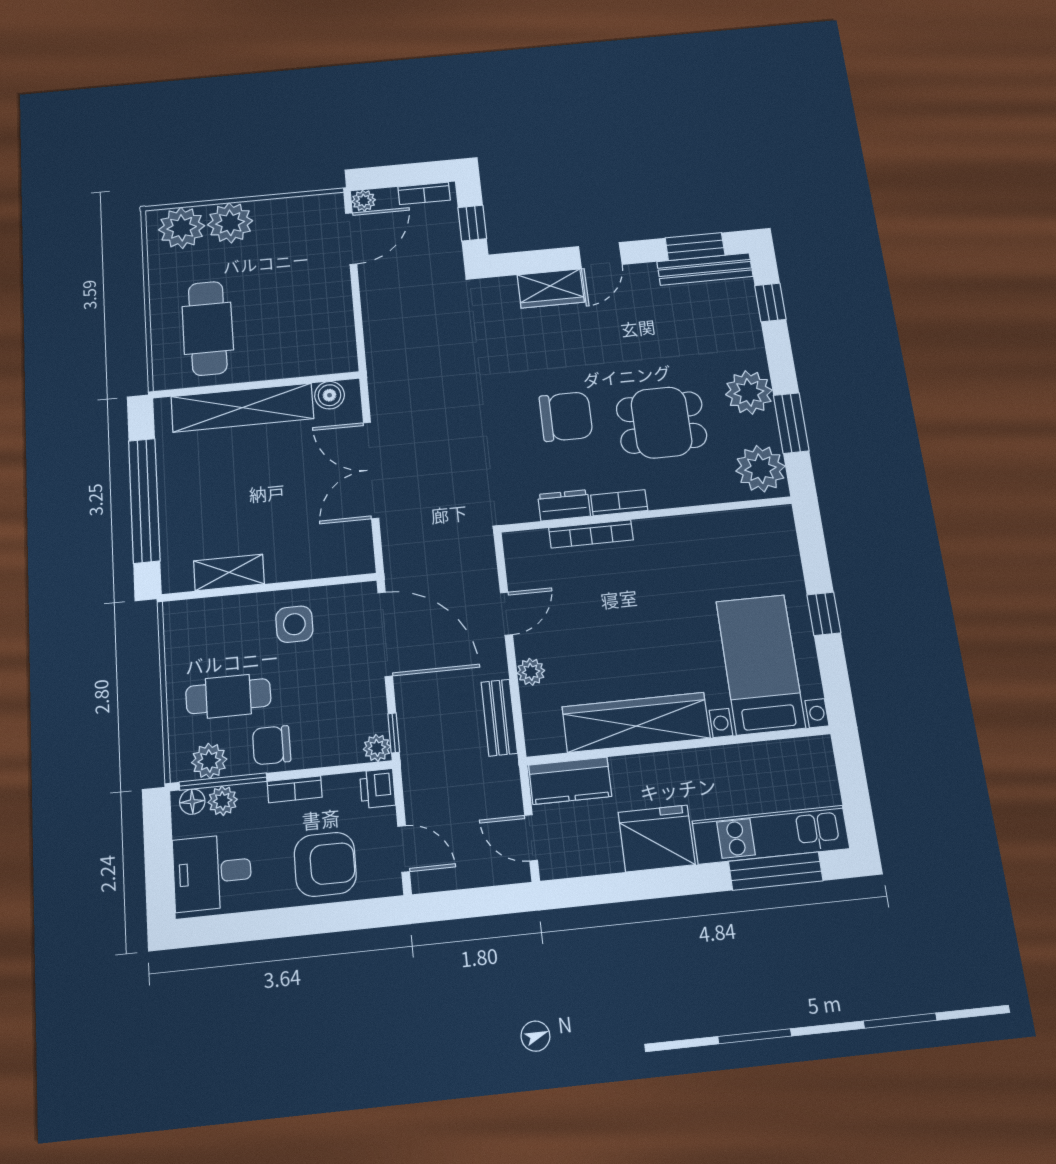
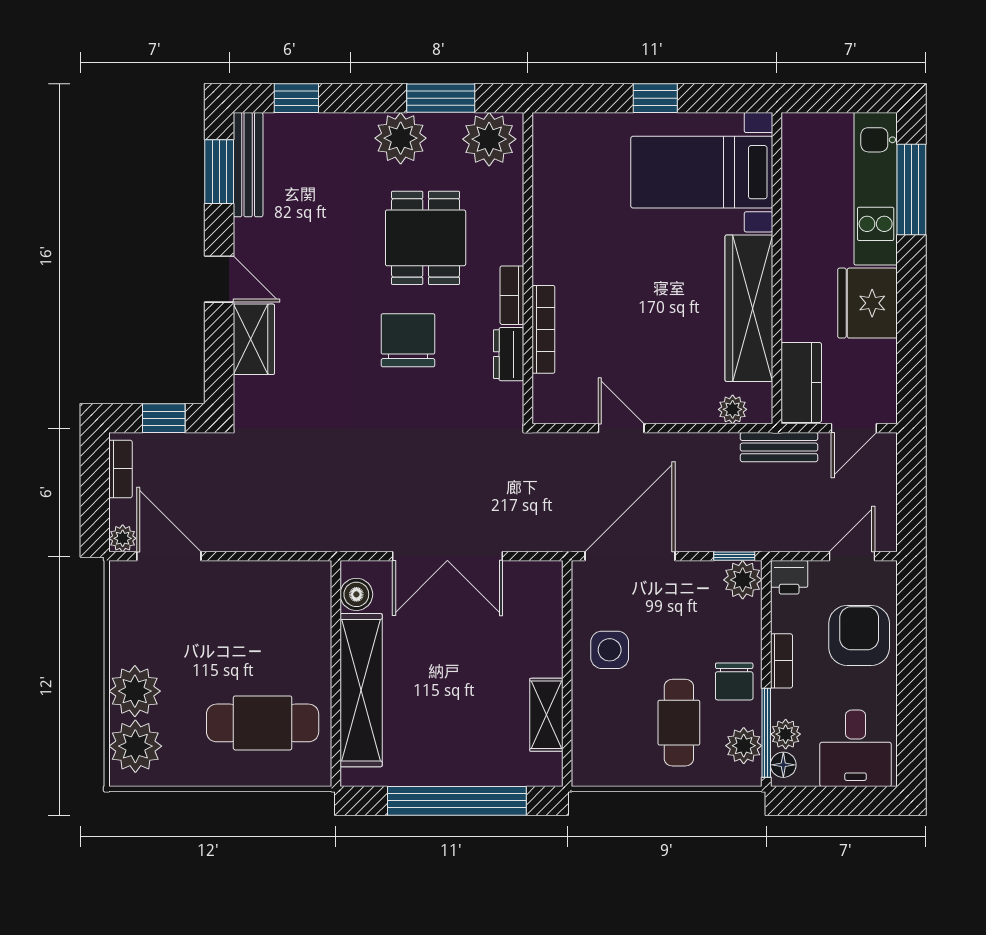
plant: (531, 672) -> (733, 409), moved
bench: (499, 718) -> (779, 447), moved
plant: (377, 748) -> (743, 580), width x1.38, depth x1.38

